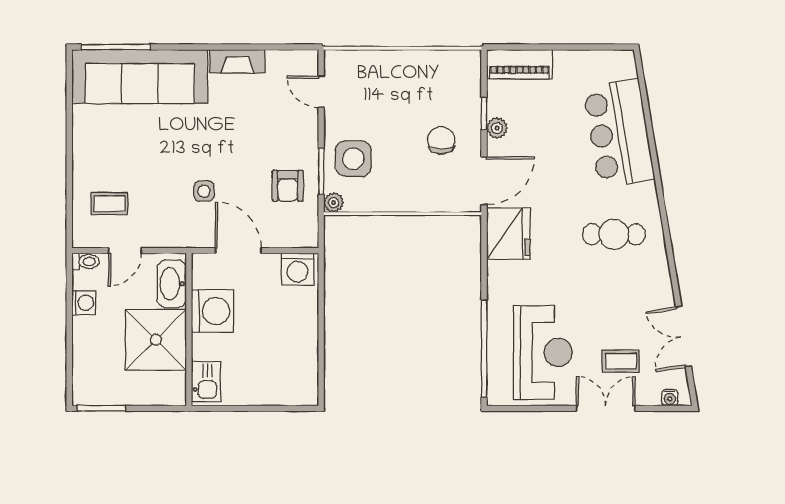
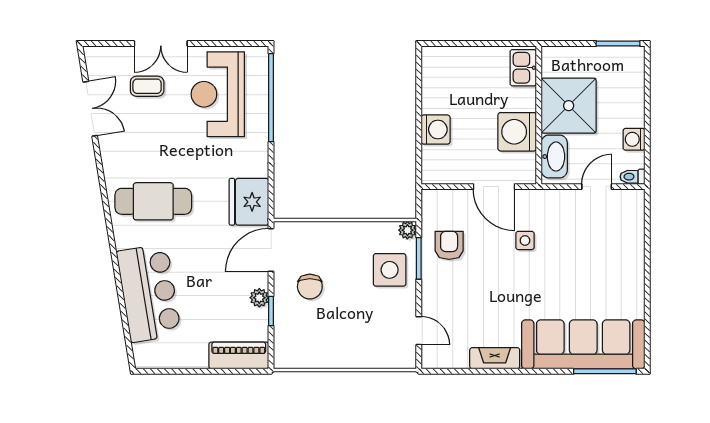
coffee table: (110, 204) -> (611, 229), removed
cafe table: (614, 234) -> (153, 201), width x1.37, depth x1.35
washing machine: (298, 269) -> (436, 130), moved, turned 90
water cooler: (670, 398) -> (103, 53), removed

